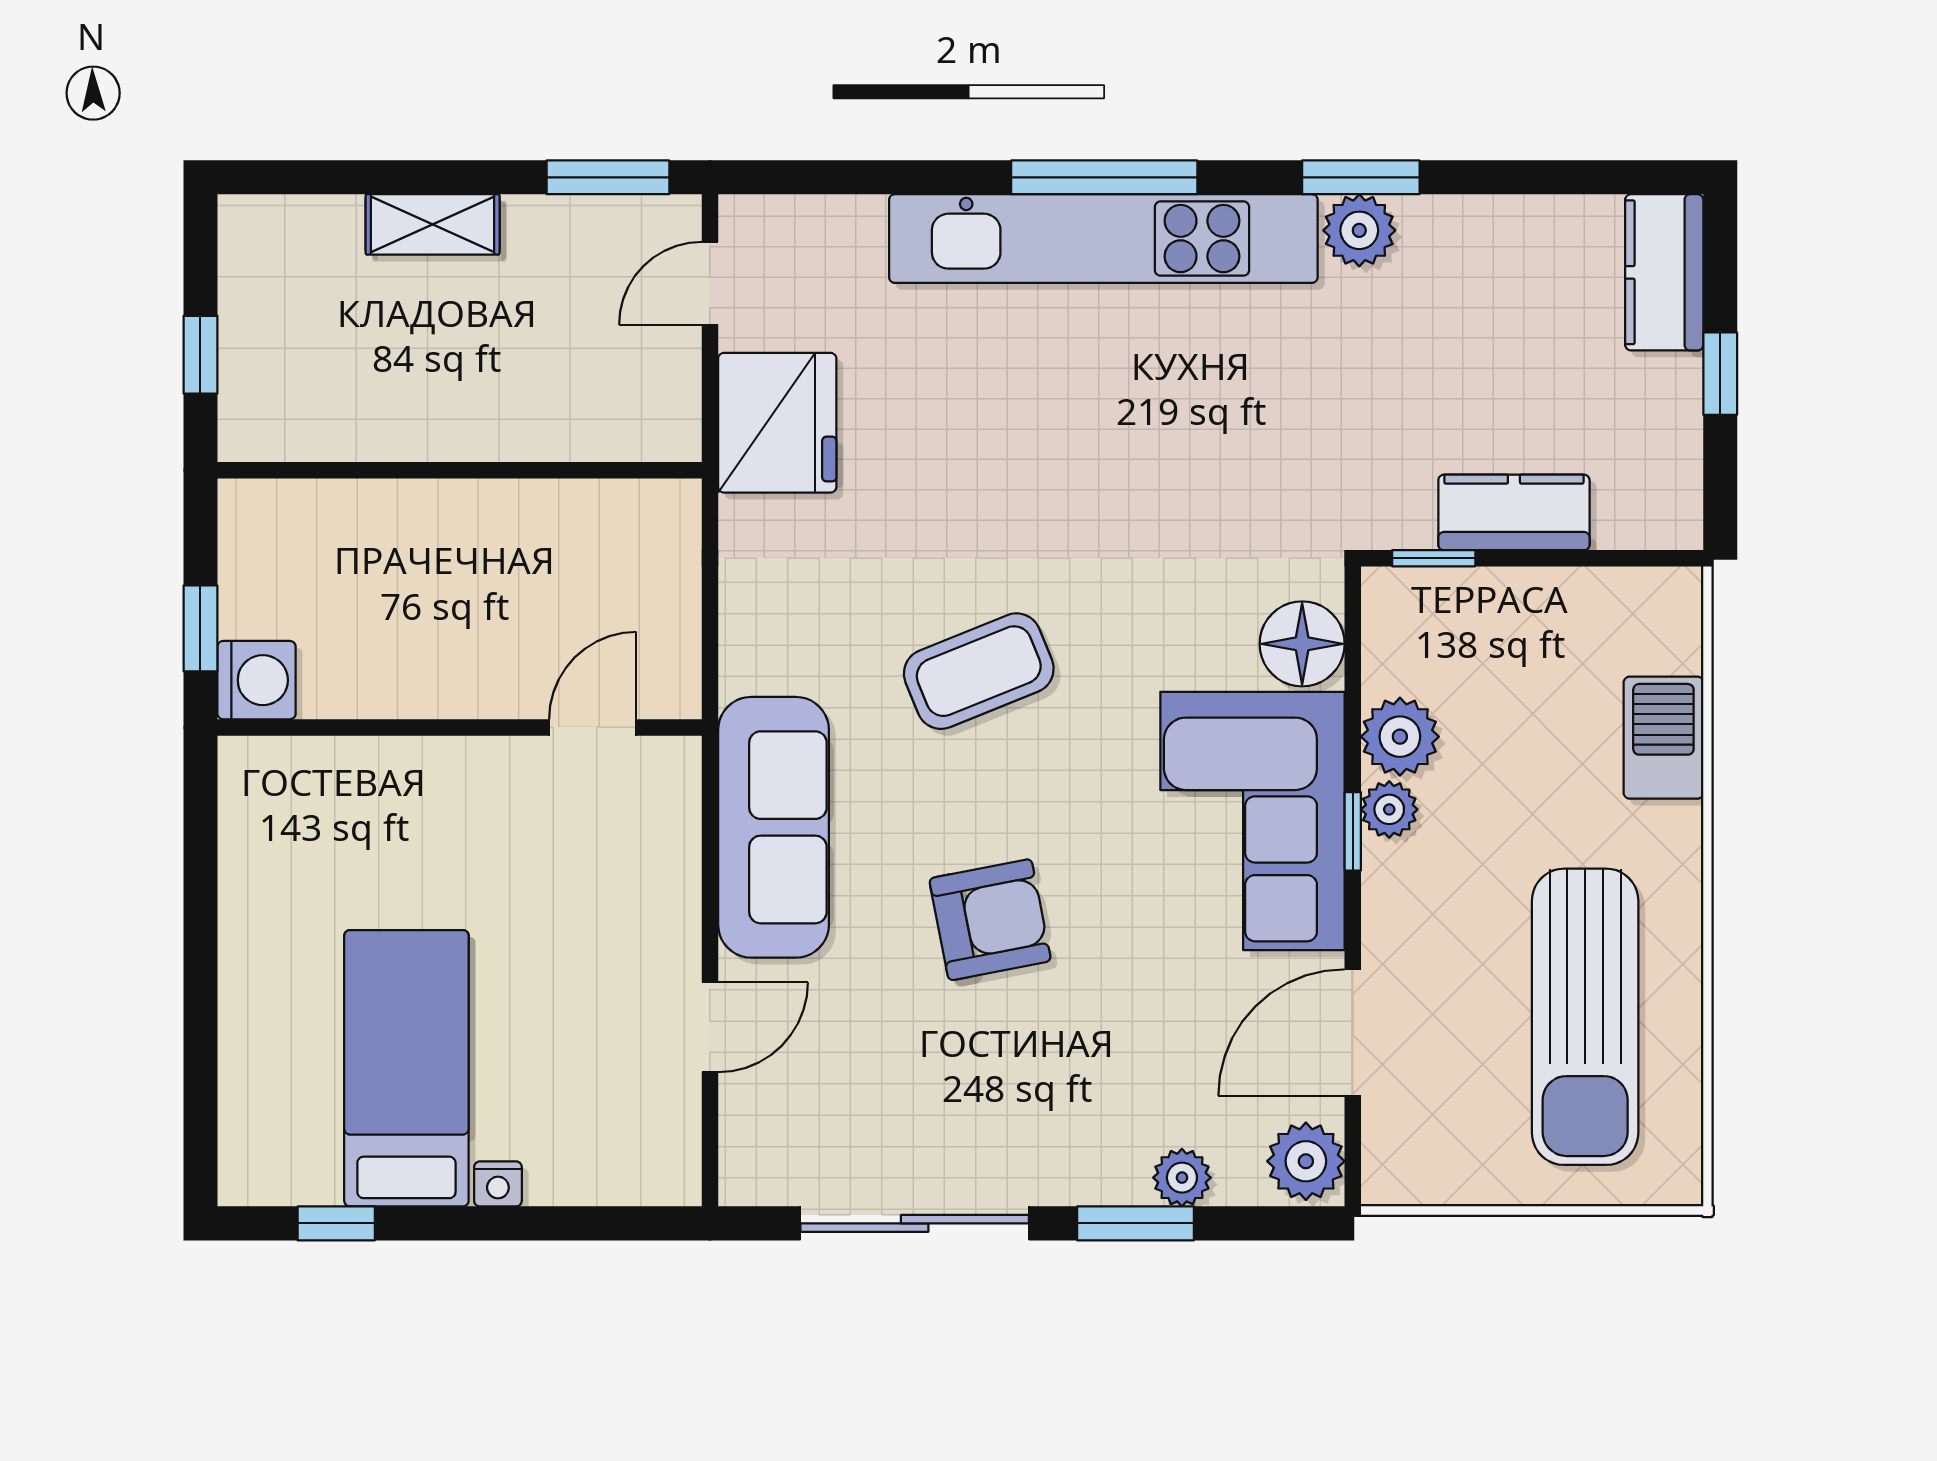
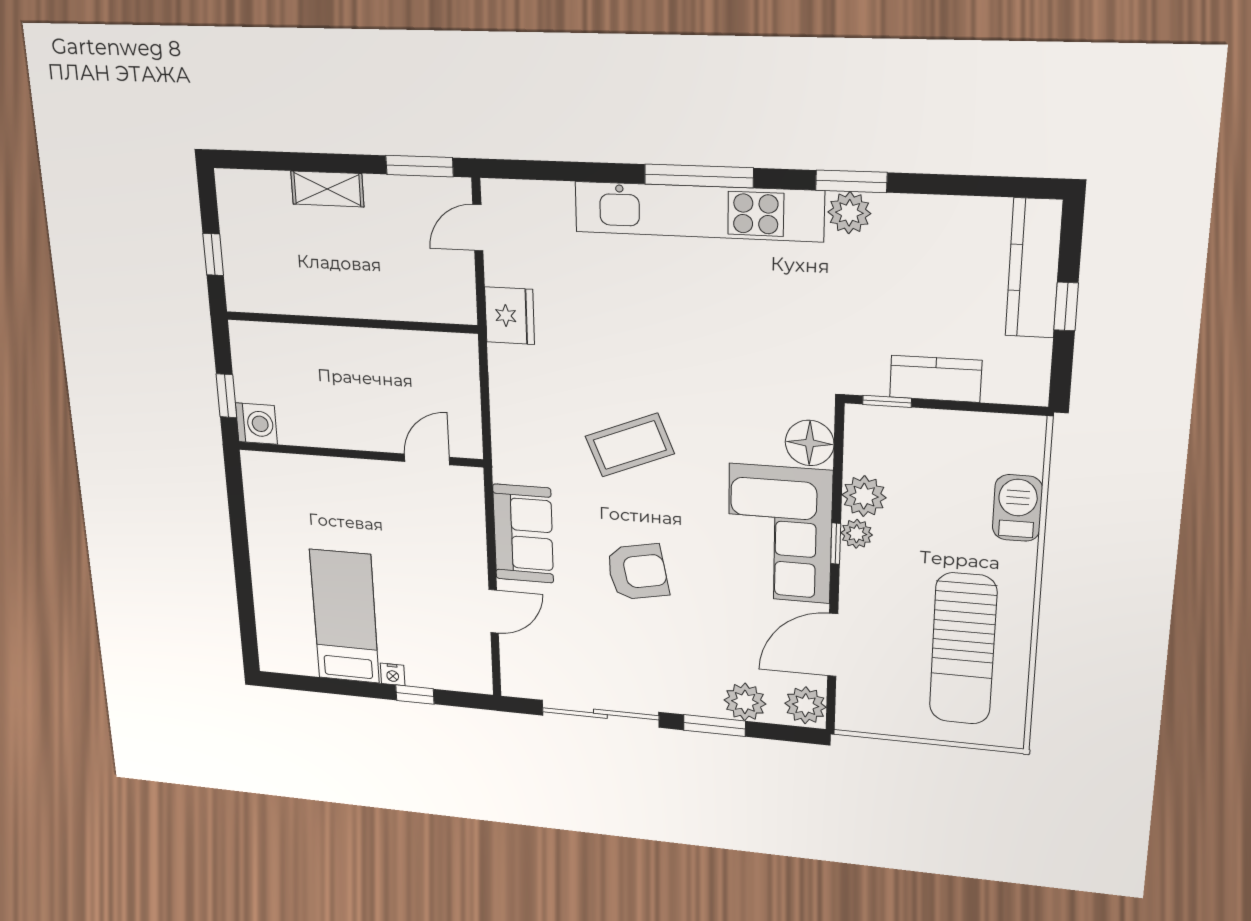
kitchen counter: (1664, 272) -> (1034, 268), width x1.50
fridge: (777, 423) -> (510, 316), width x0.73, depth x0.75
sofa: (774, 827) -> (523, 534), width x0.73
plant: (1182, 1178) -> (745, 702), width x1.38, depth x1.38
window: (336, 1223) -> (415, 695), moved

